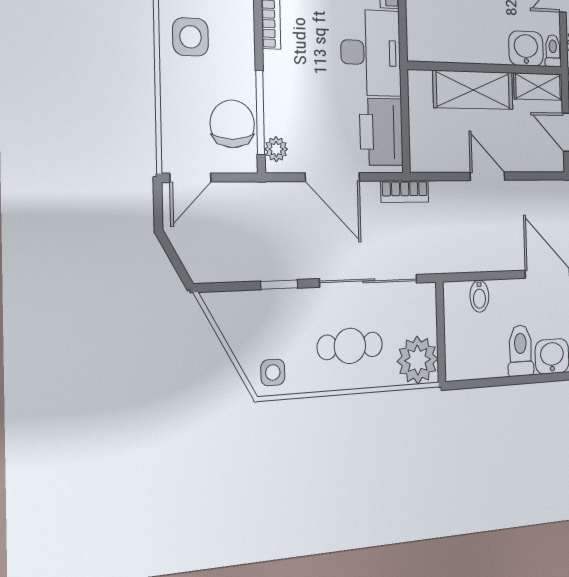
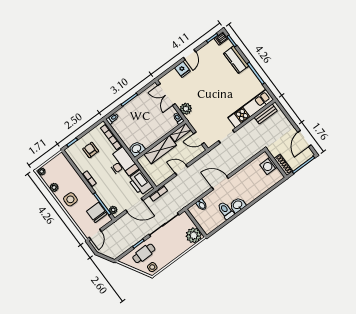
washbasin: (526, 49) -> (137, 149), moved
cafe table: (350, 346) -> (144, 253), moved

